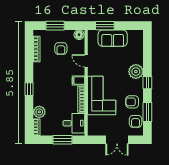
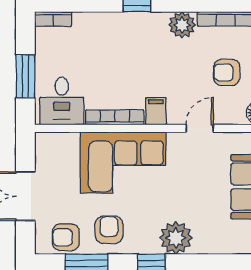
plant: (39, 112) -> (182, 25), moved

